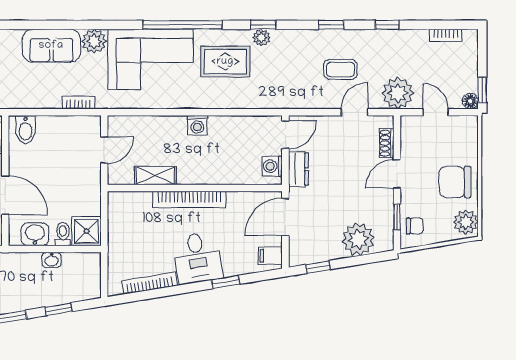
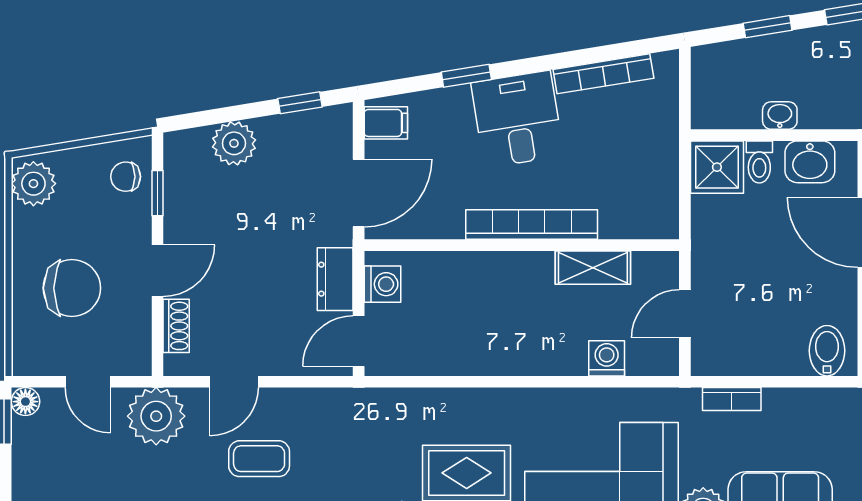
washing machine: (197, 125) -> (607, 358), moved
chair: (455, 182) -> (72, 288), moved
plant: (358, 239) -> (234, 143), width x0.73, depth x0.73

